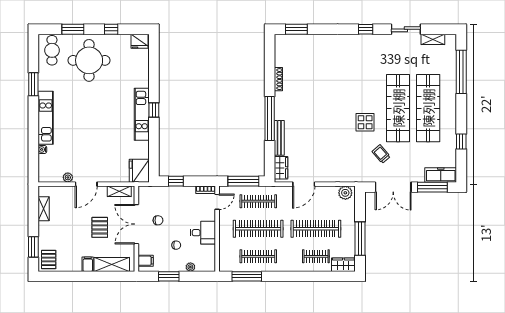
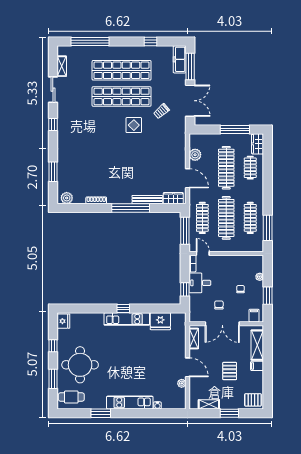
window: (296, 29) -> (53, 172), moved
plant: (281, 45) -> (67, 198), added
fridge: (139, 171) -> (160, 321), moved
plant: (345, 193) -> (195, 155), moved
pallet: (100, 227) -> (230, 371), moved, turned 90
desk: (203, 233) -> (200, 283), moved, turned -90
window: (33, 247) -> (229, 413), moved

